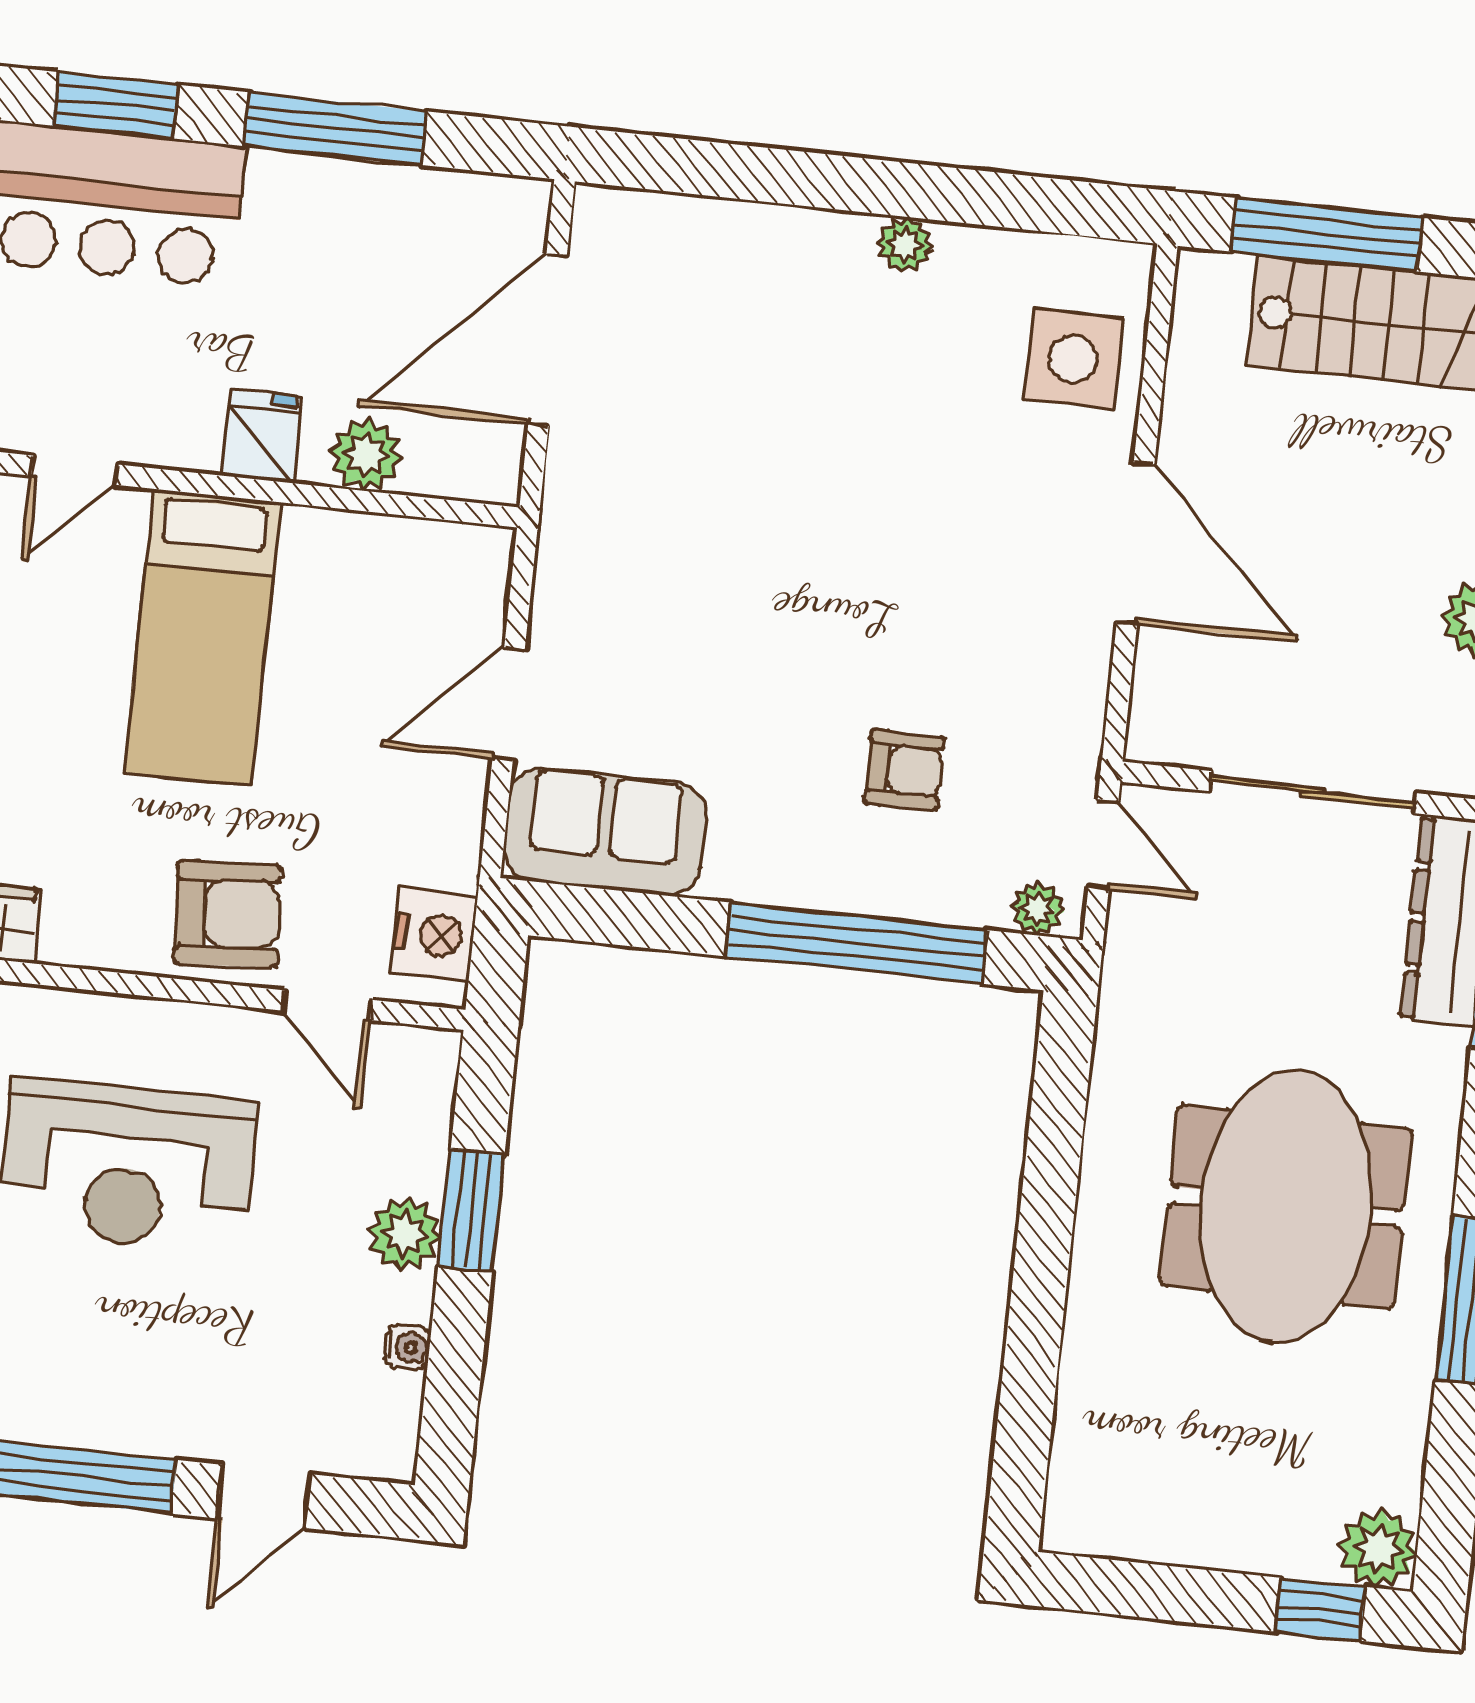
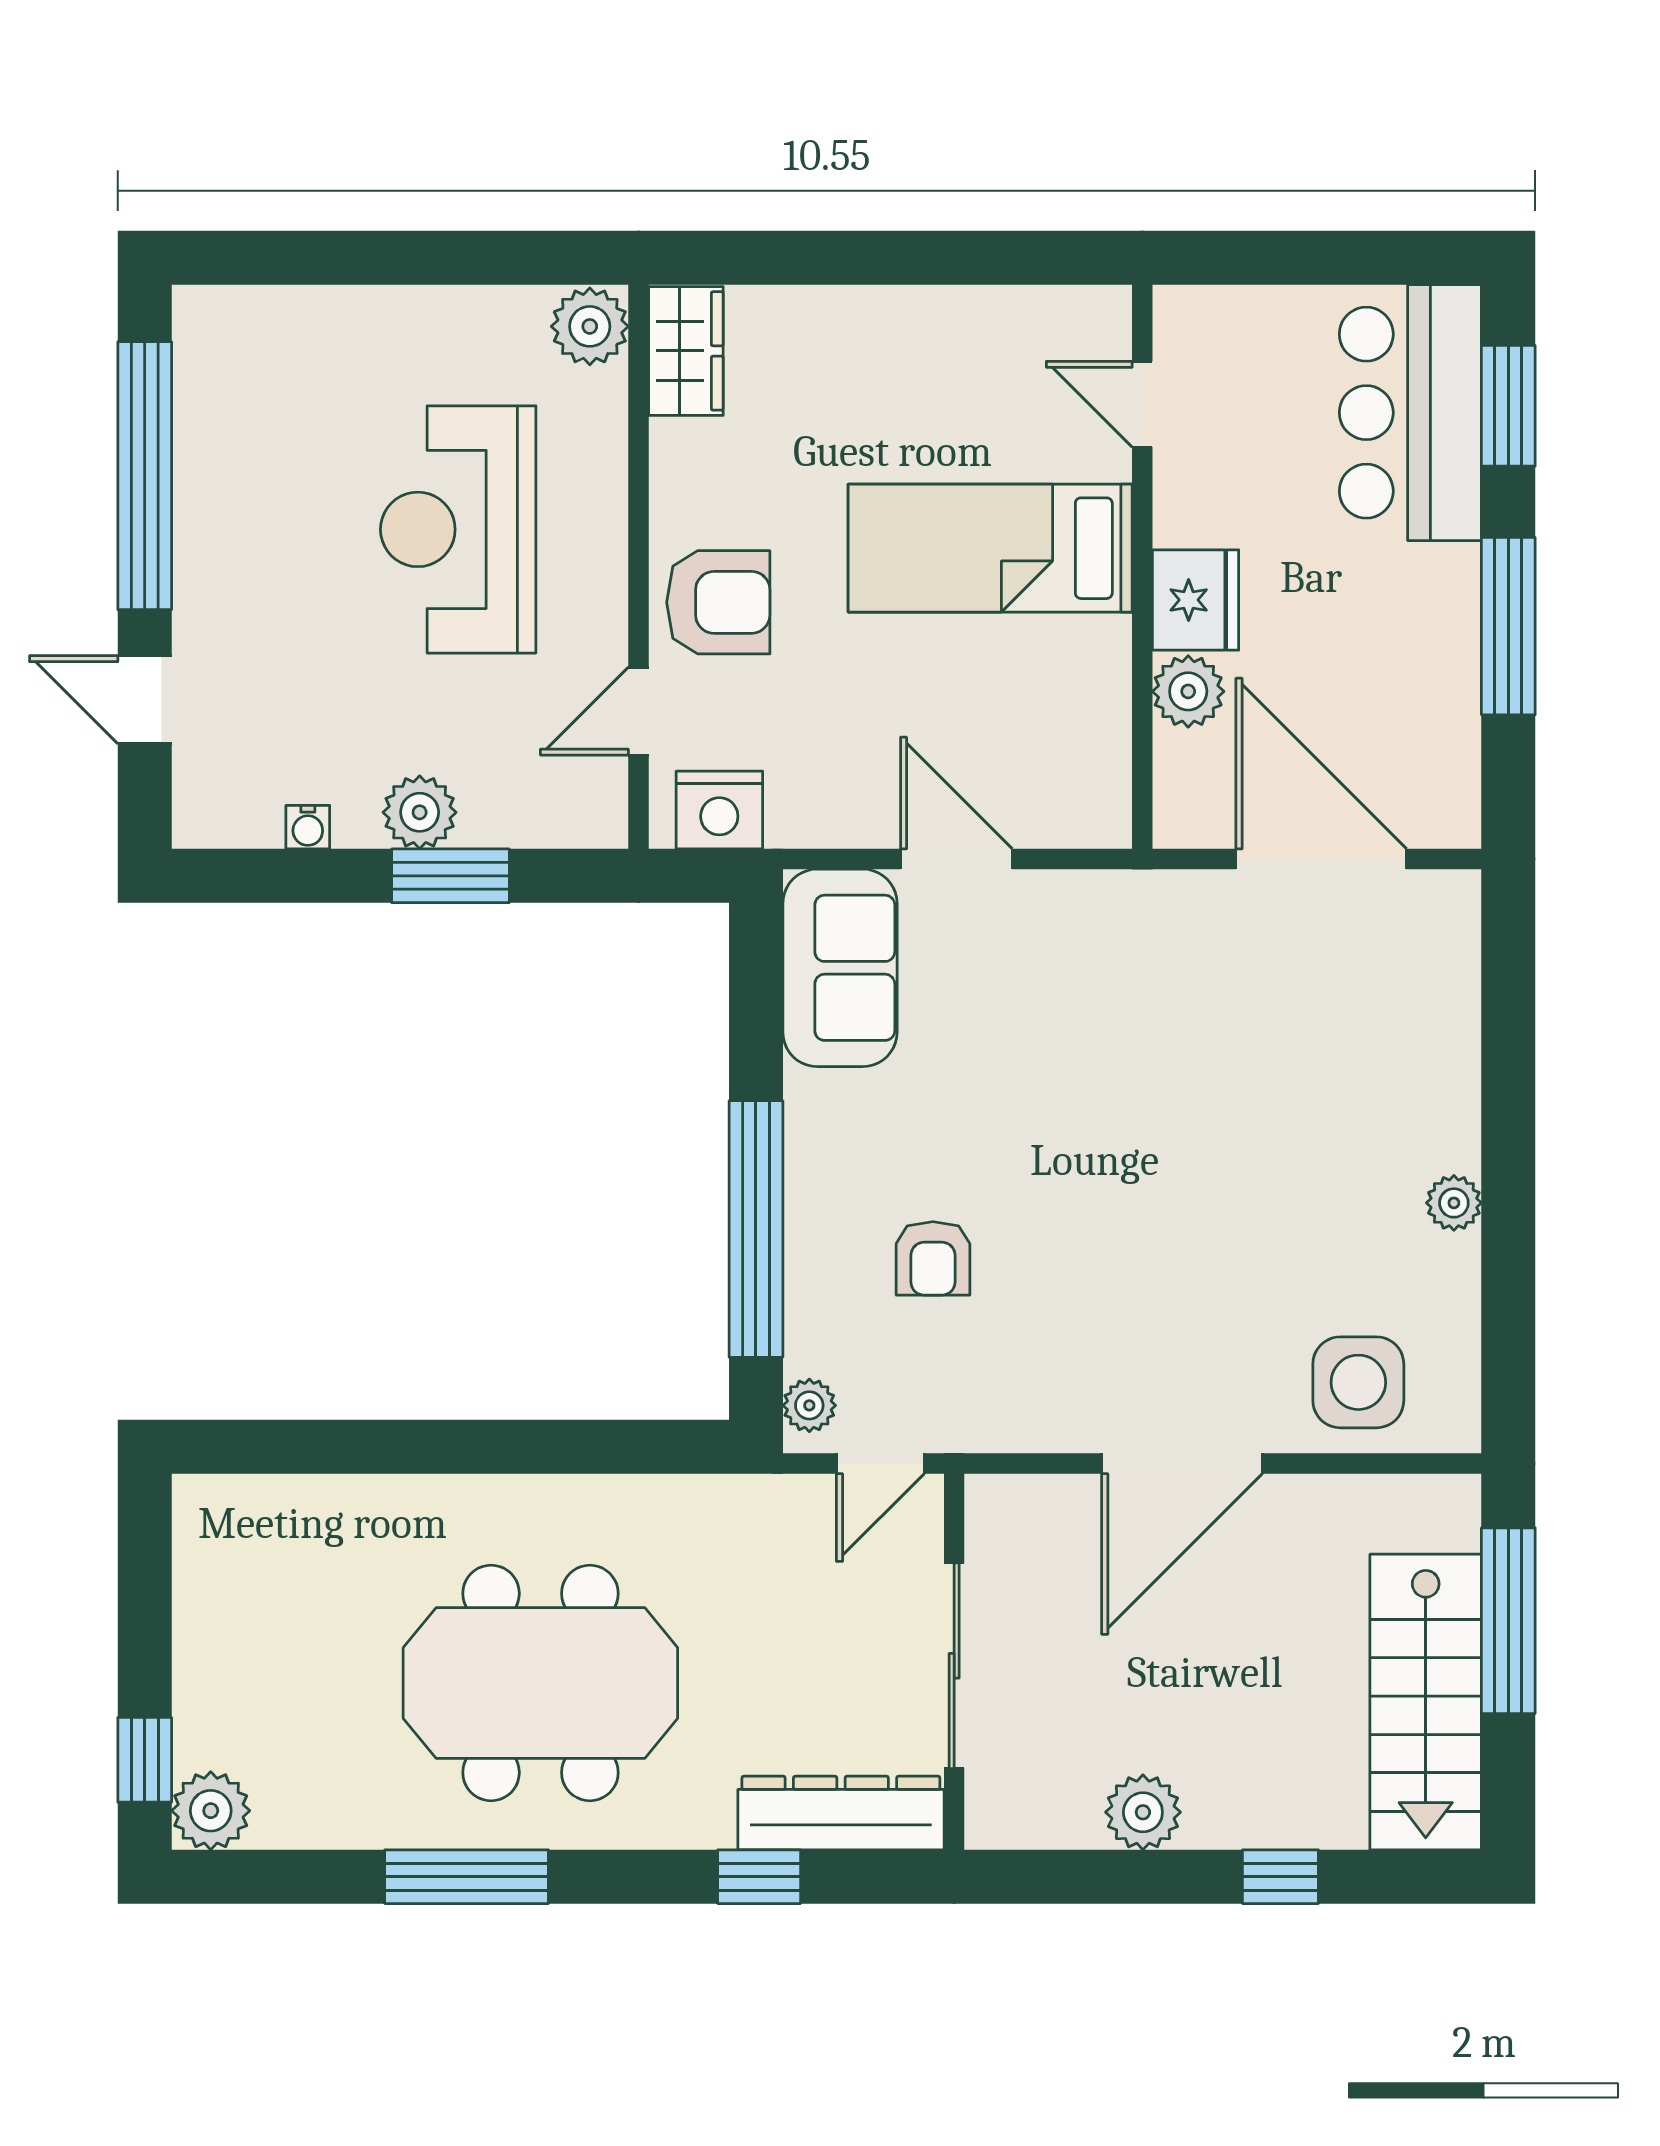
fridge: (262, 436) -> (1195, 600), width x1.38
armchair: (227, 914) -> (718, 602), turned -86

